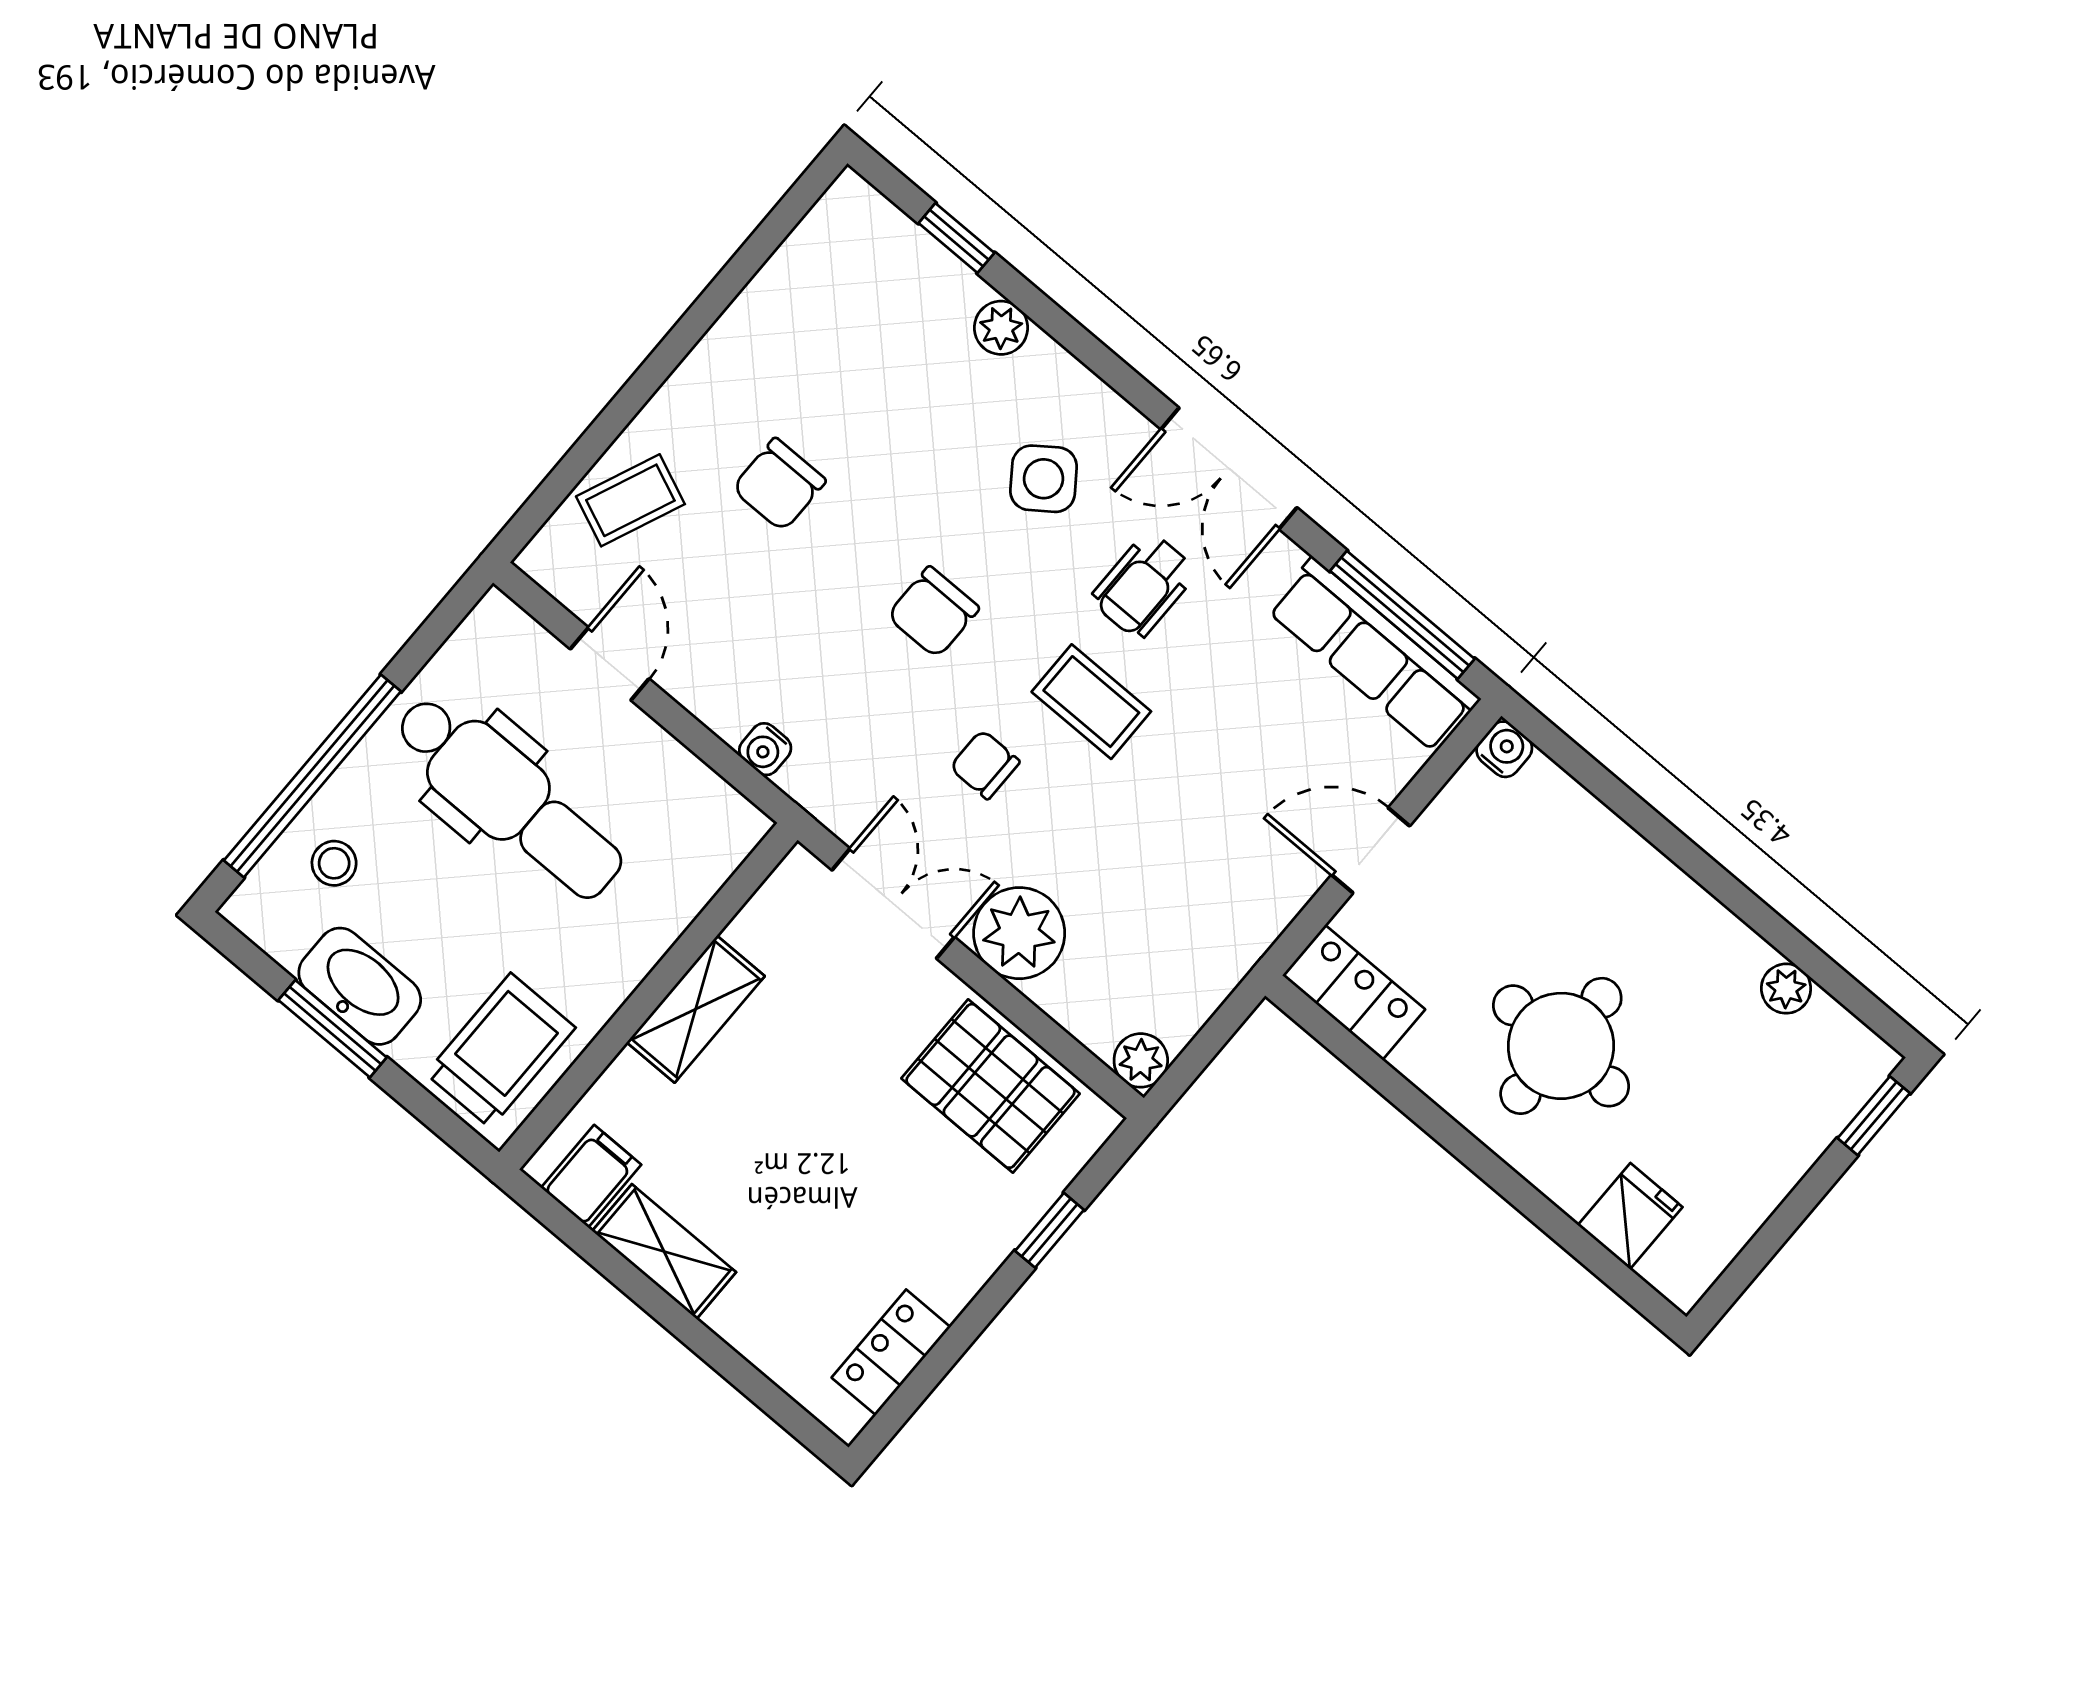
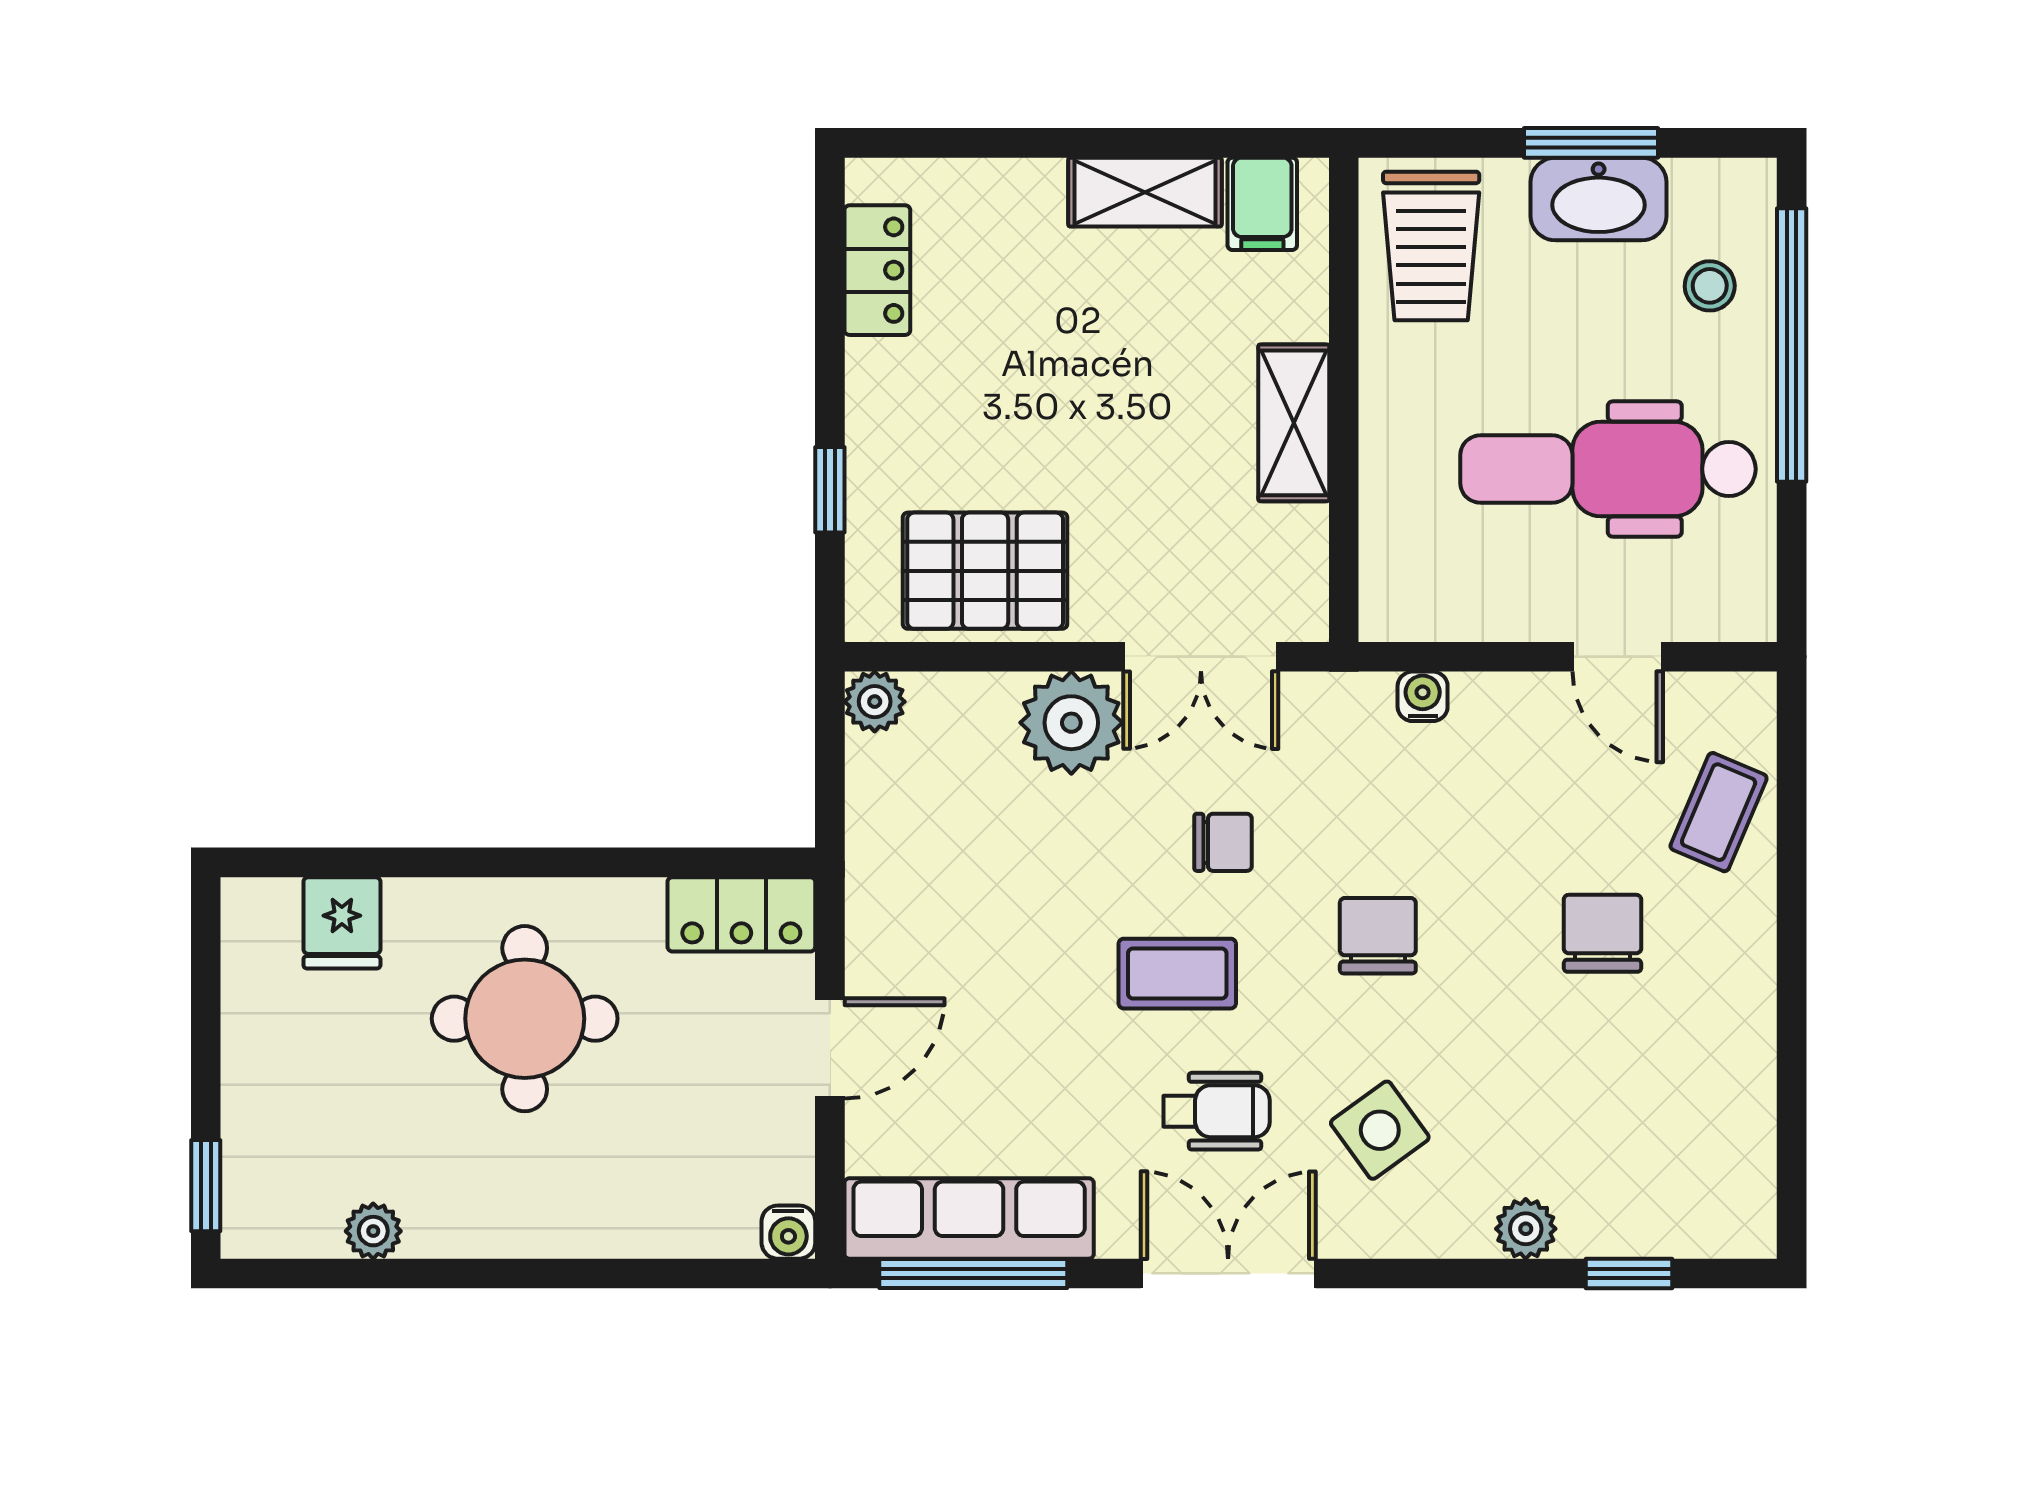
wheelchair: (1144, 585) -> (1216, 1111), turned 90

